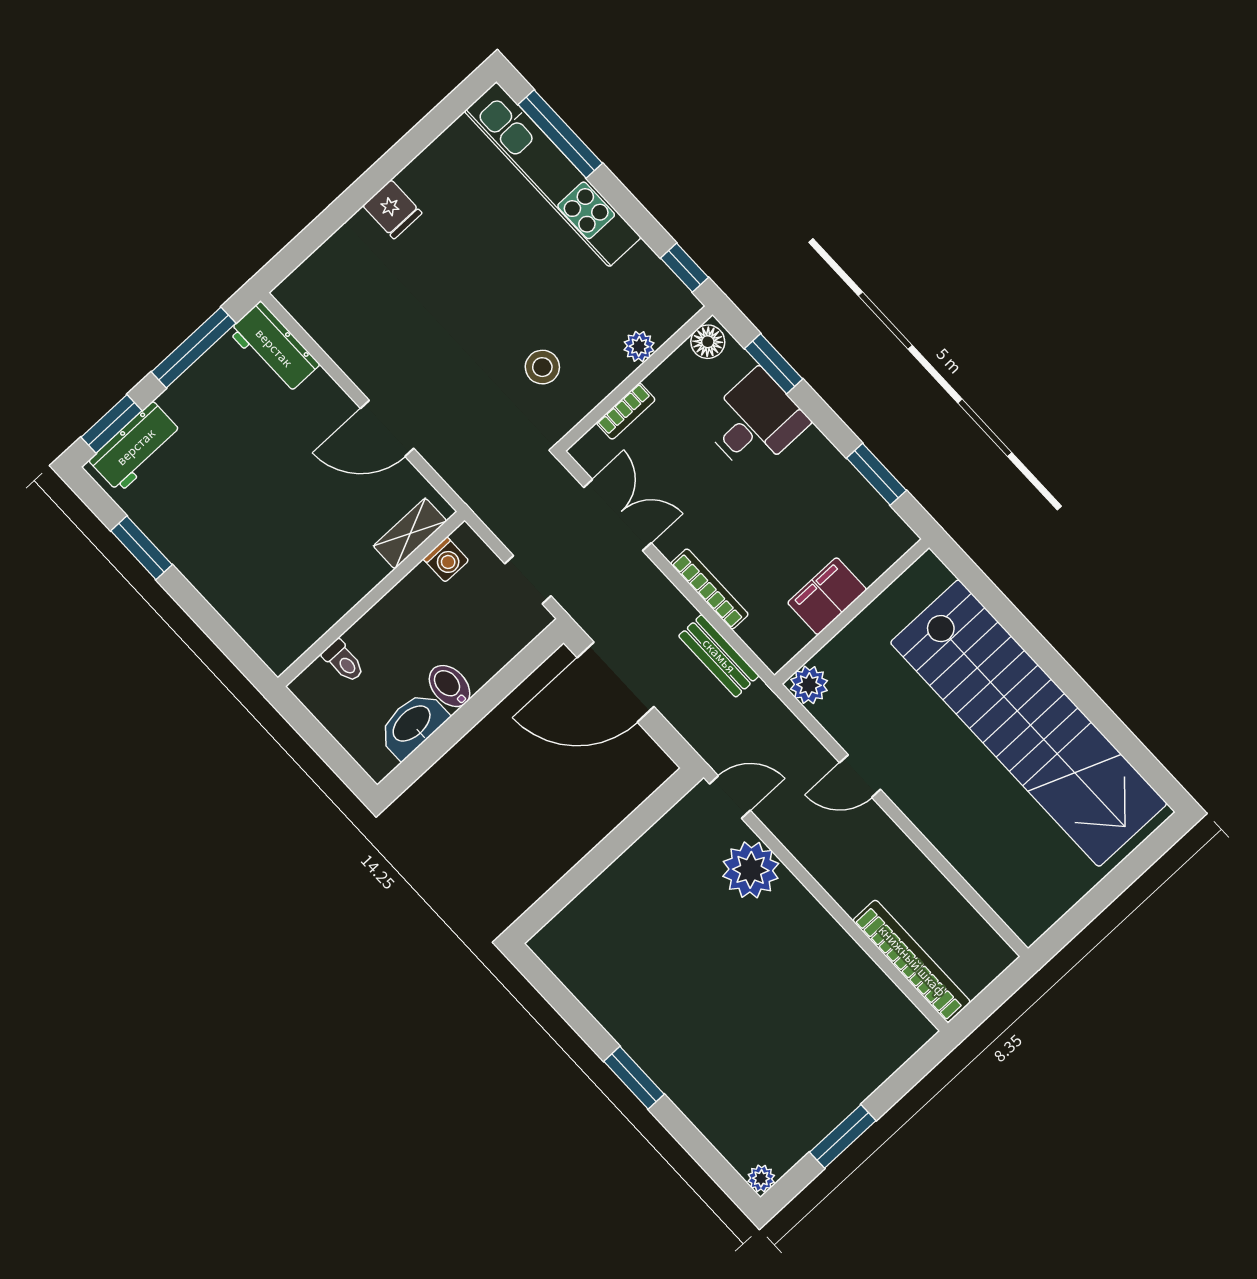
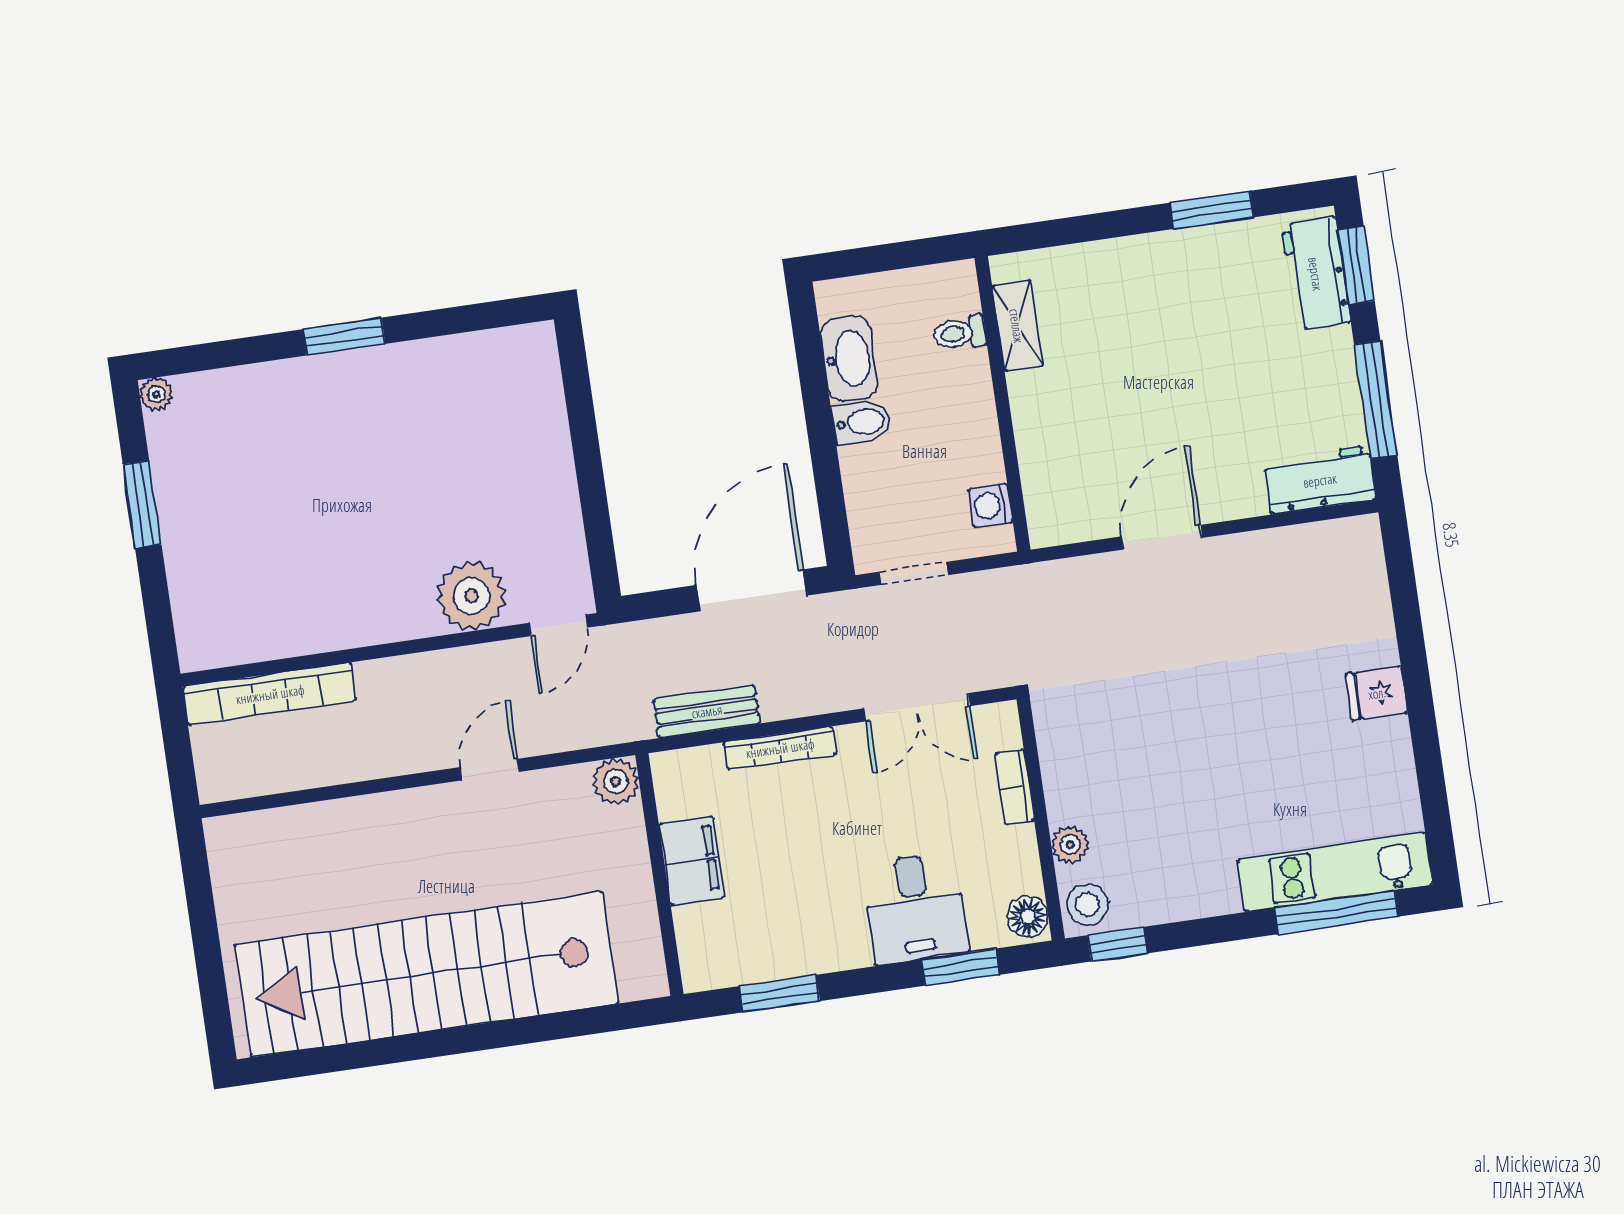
kitchen unit: (553, 174) -> (1335, 872), width x0.73
stool: (542, 367) -> (1088, 904), moved
shelving: (410, 534) -> (1017, 326), moved

